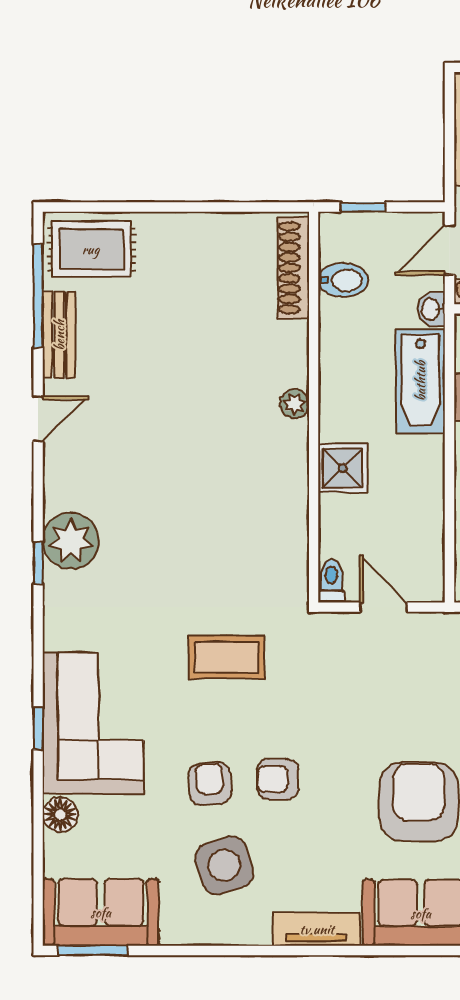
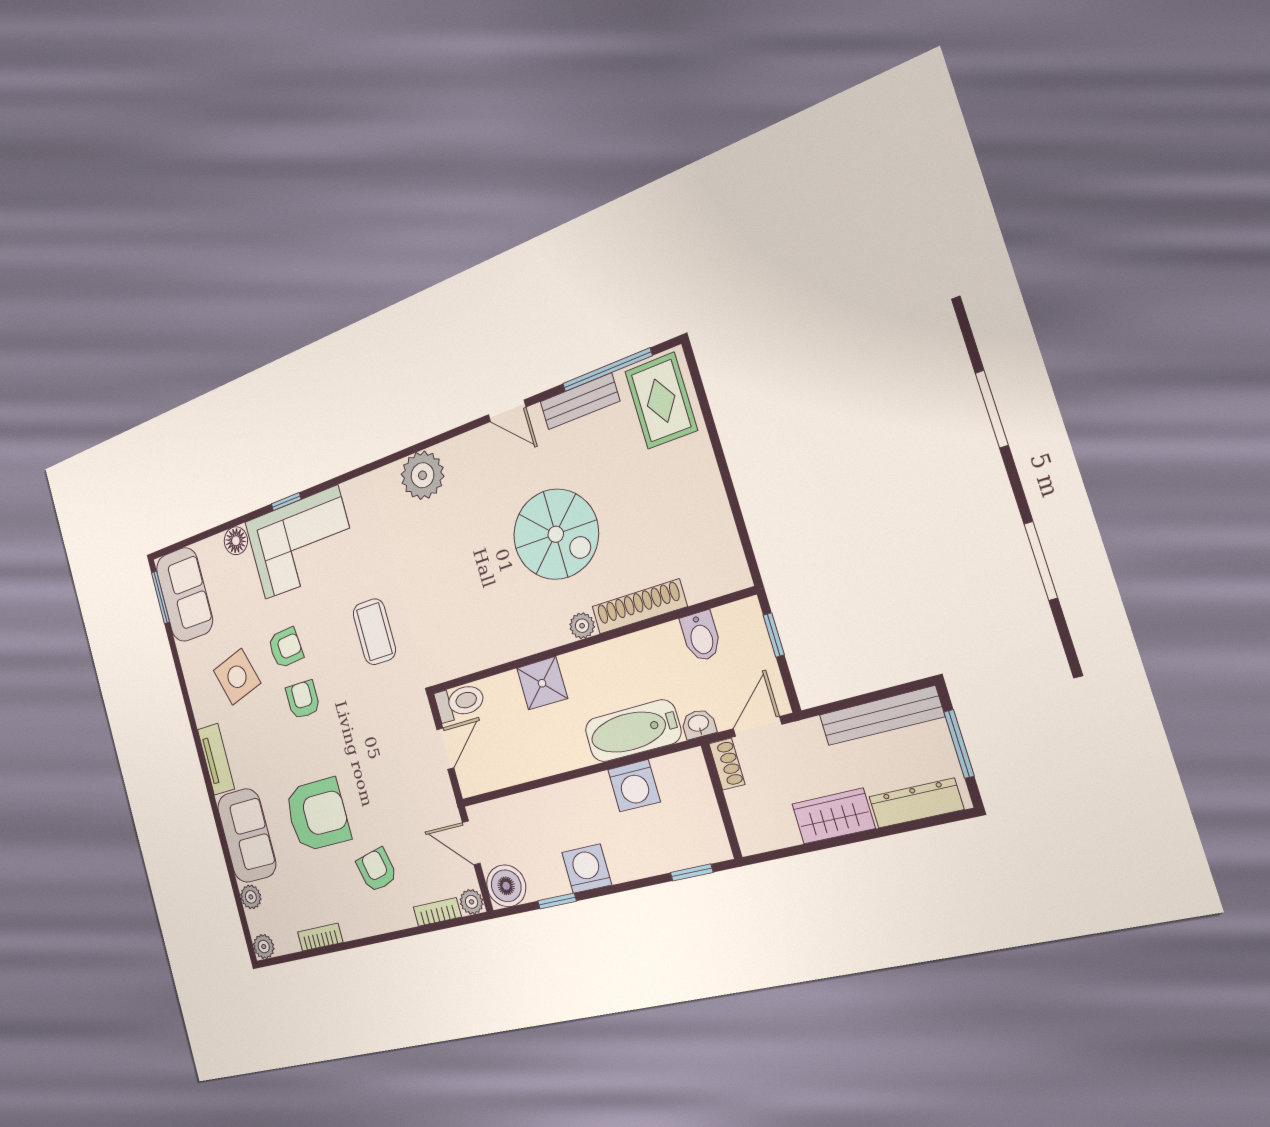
door: (449, 250) -> (757, 727), hinge flipped
shoe rack: (293, 268) -> (639, 607), moved
spiral stairs: (189, 404) -> (556, 534), added
window: (38, 563) -> (399, 455), removed
toilet: (331, 581) -> (460, 702), width x1.37, depth x1.39

